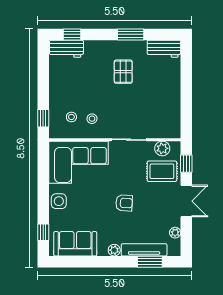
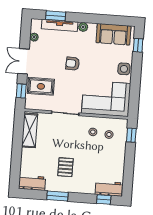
shelving: (172, 115) -> (30, 130), added
plant: (162, 148) -> (39, 104), removed

